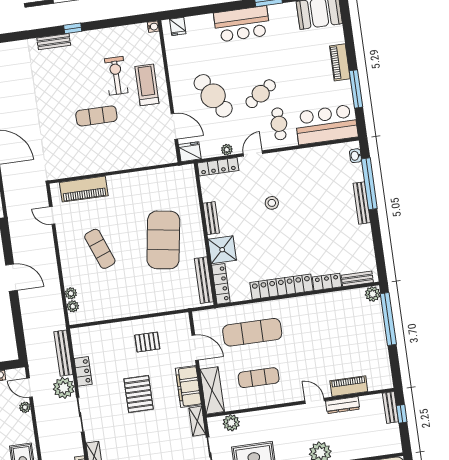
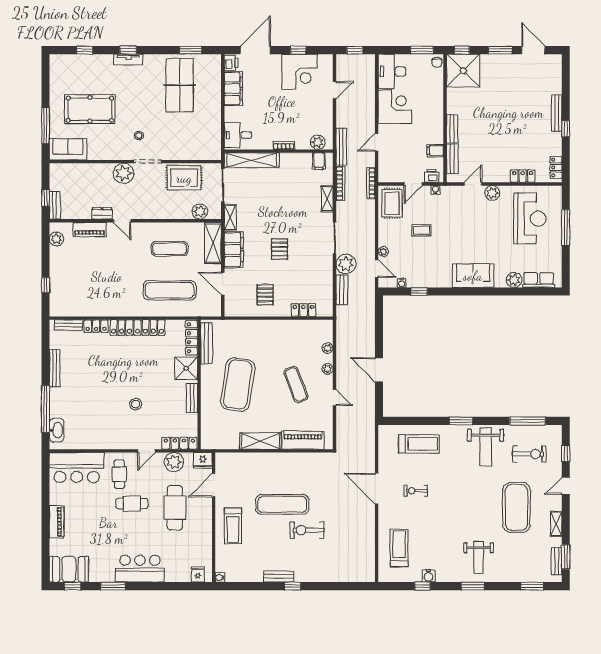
bench: (54, 42) -> (279, 577), moved
exercise bike: (116, 76) -> (307, 530), moved, turned 90
window: (356, 89) -> (46, 496), removed
cafe table: (261, 94) -> (132, 504), turned 35
cafe table: (213, 96) -> (175, 508), turned 31
exercise mat: (96, 116) -> (282, 504), width x1.36, depth x1.45
door: (174, 126) -> (214, 485), hinge flipped
plant: (227, 150) -> (174, 462), width x1.88, depth x1.88
washbasin: (355, 156) -> (57, 430), width x1.91, depth x1.45
shelving: (130, 182) -> (260, 441), added
bench: (362, 203) -> (55, 368), moved
door: (52, 215) -> (335, 398), moved
plant: (373, 294) -> (56, 239), moved
plant: (73, 306) -> (328, 369), moved
window: (388, 319) -> (46, 285), width x0.32
pallet: (147, 342) -> (265, 295), turned 90
bench: (63, 353) -> (342, 290), width x0.73
locker: (83, 371) -> (303, 310), moved, turned 90
pallet: (139, 394) -> (279, 249), width x0.67, depth x0.71
dresser: (343, 405) -> (102, 213), width x0.70

